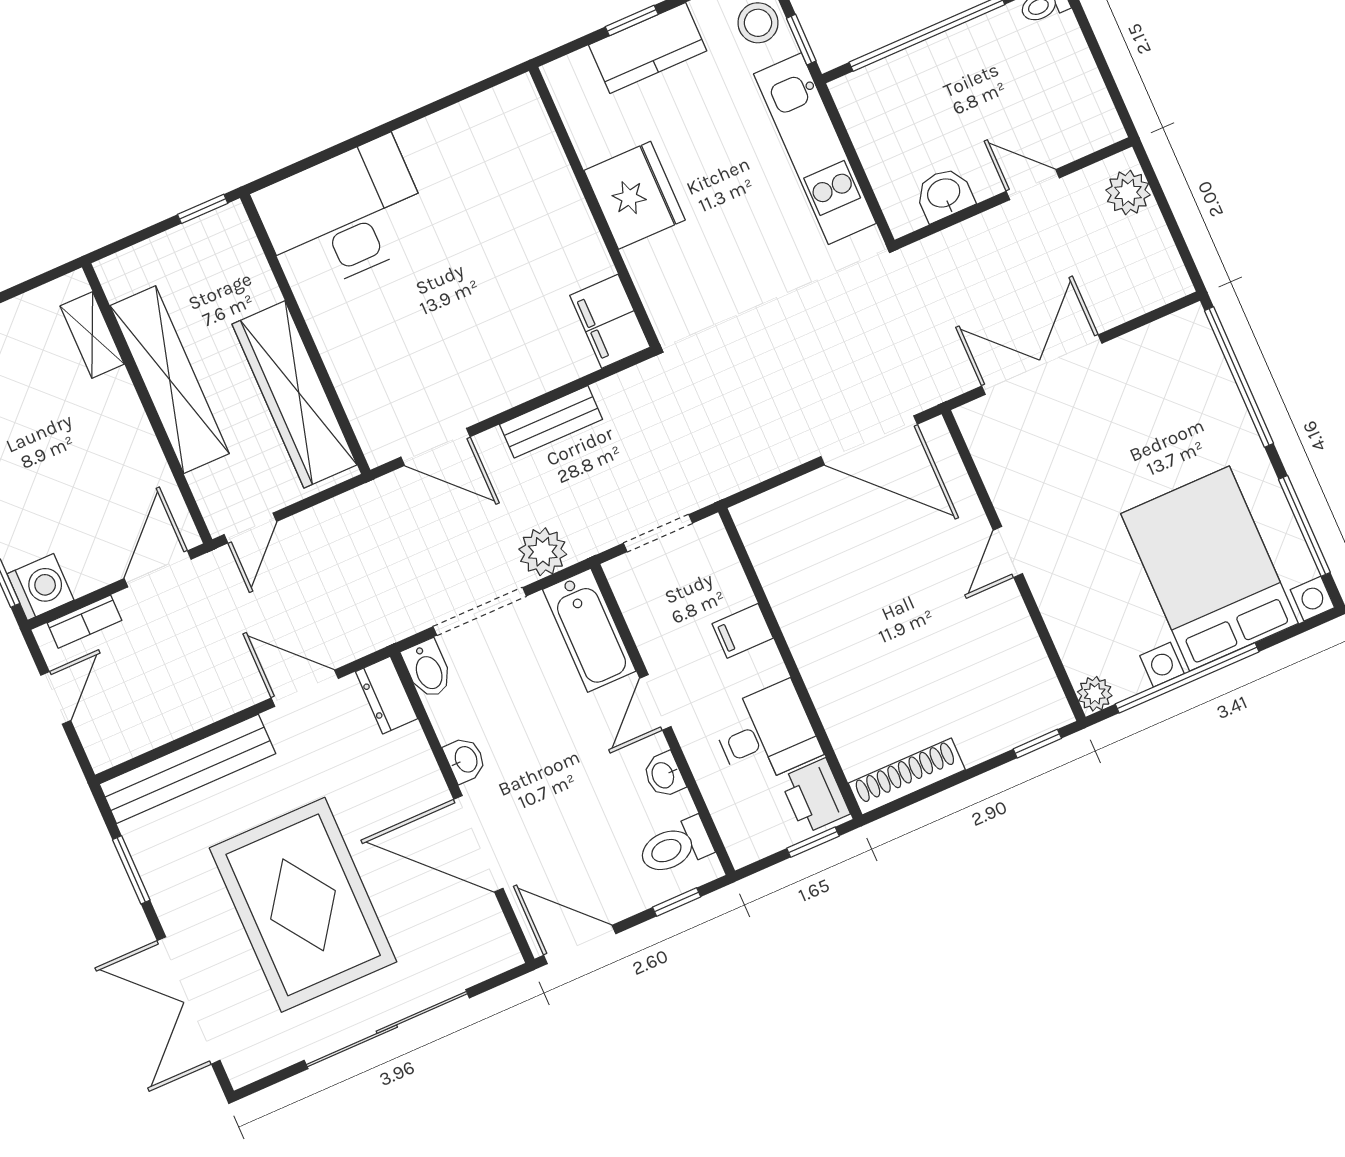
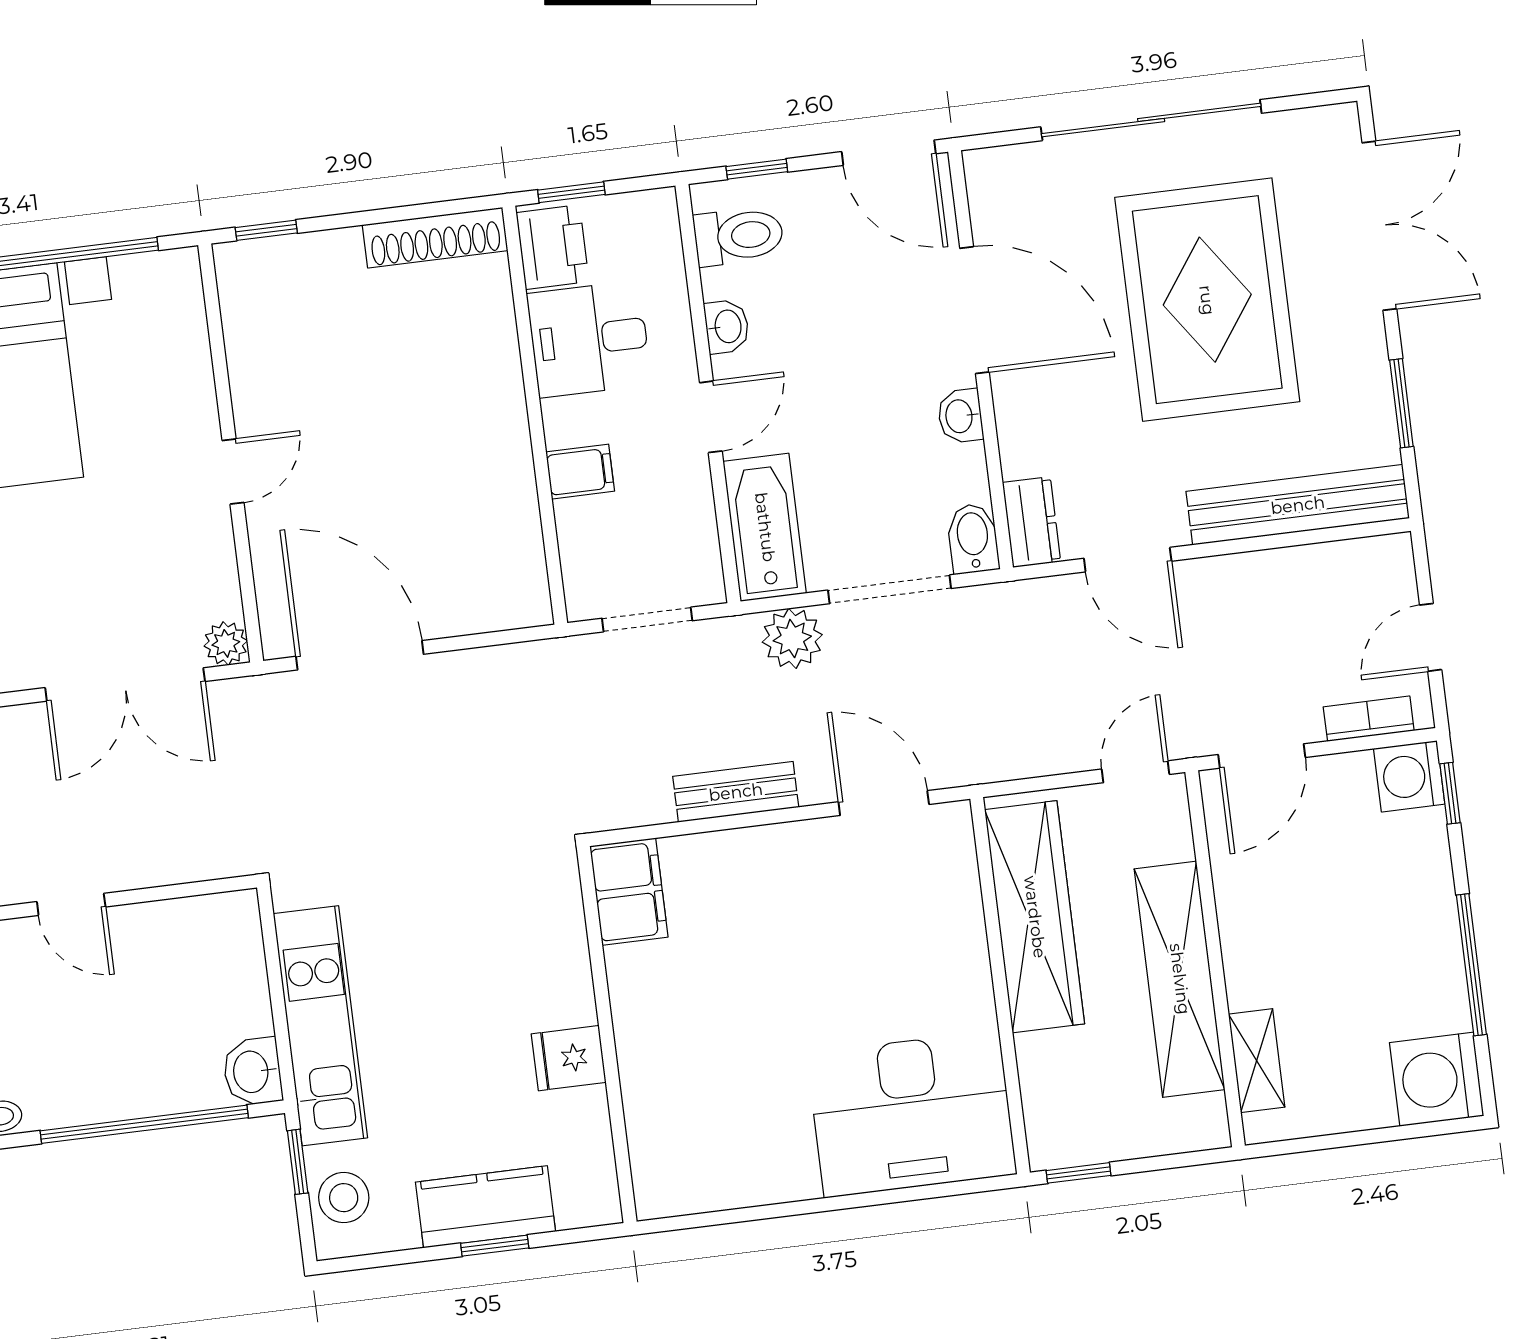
washbasin: (944, 194) -> (252, 1072), moved, turned 90
fridge: (635, 195) -> (569, 1058), width x0.53, depth x0.75
plant: (1095, 694) -> (226, 643), moved

